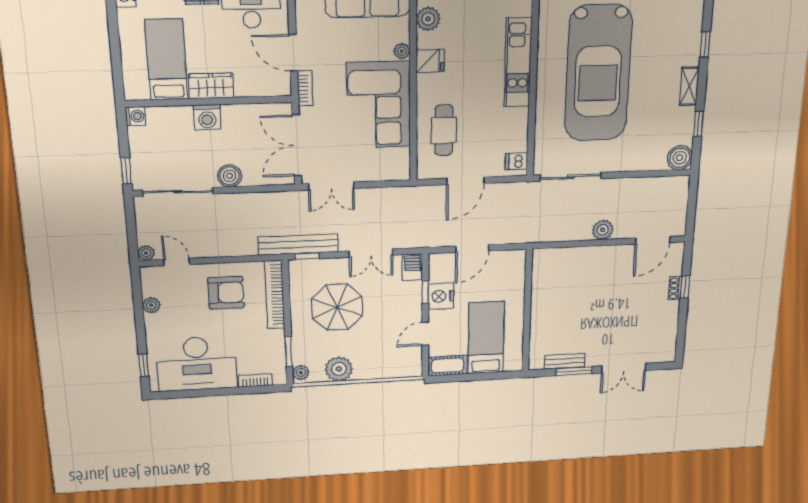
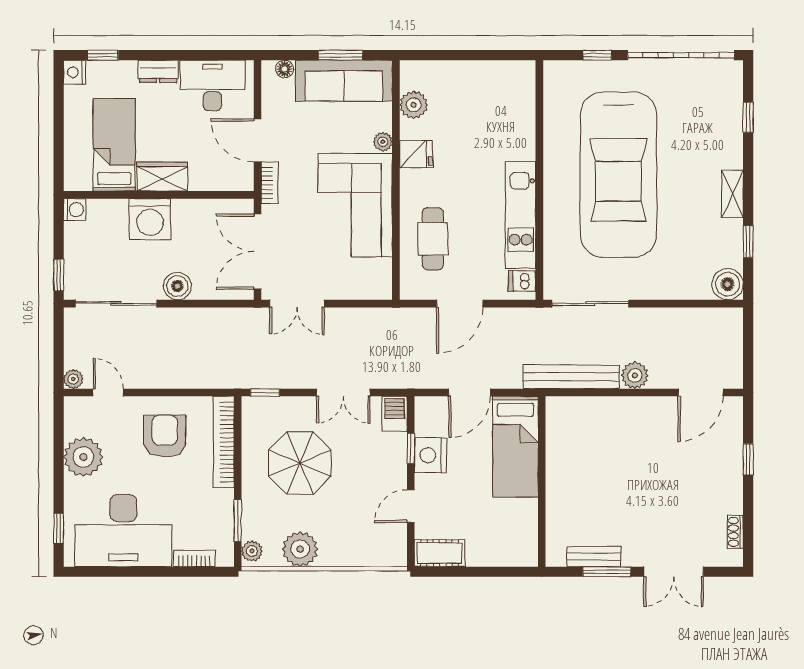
window: (705, 45) -> (748, 117), moved
kitchen unit: (518, 63) -> (521, 215), moved
washing machine: (207, 117) -> (150, 219), width x1.37, depth x1.37
bench: (298, 244) -> (571, 377), moved
shoe rack: (675, 288) -> (735, 532), moved
armchair: (226, 293) -> (165, 436), turned -90
plant: (151, 305) -> (83, 457), width x1.88, depth x1.88
bed: (486, 338) -> (515, 447), moved, turned 180

